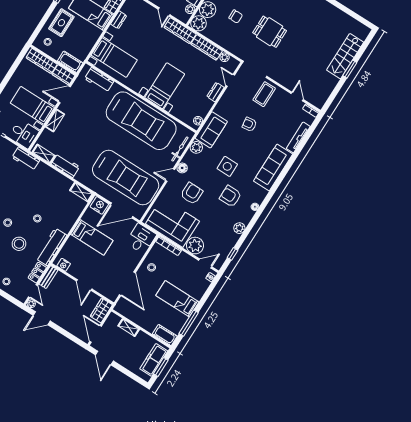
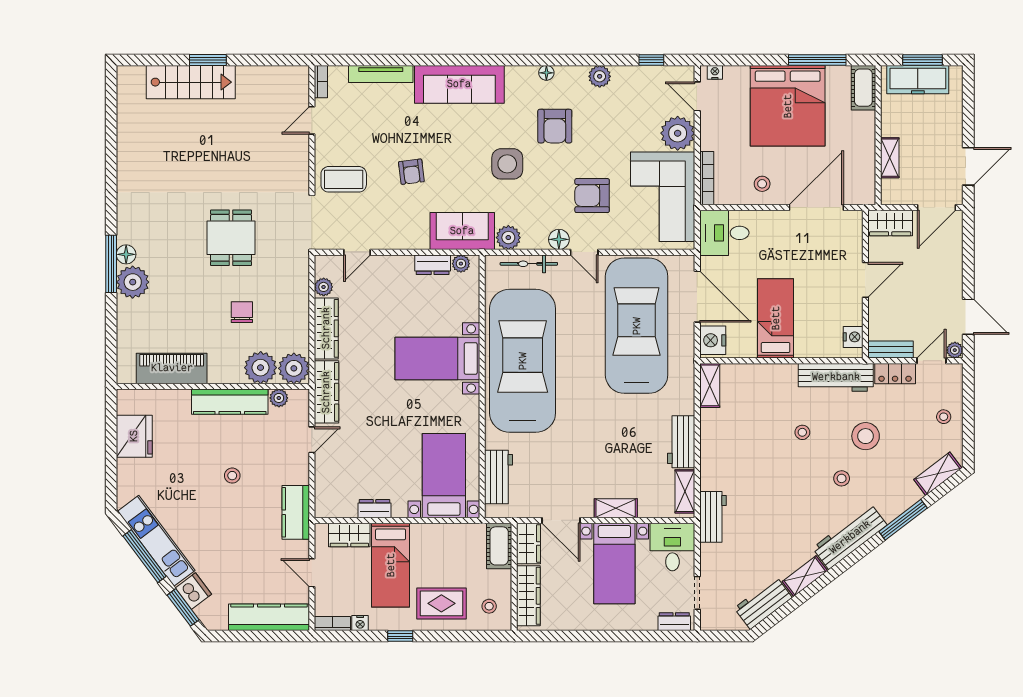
dresser: (216, 92) -> (433, 265), moved
bed: (177, 299) -> (788, 106), width x2.04

